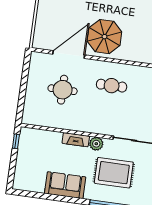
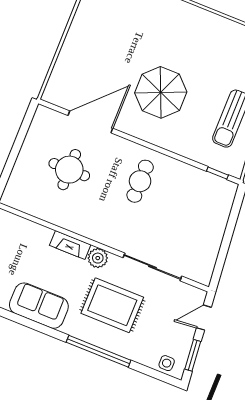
parasol: (104, 37) -> (161, 92), moved
cafe table: (112, 86) -> (140, 181), turned 90

